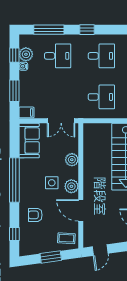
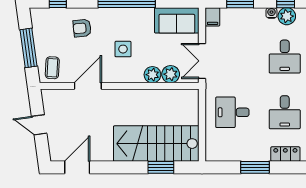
desk: (101, 97) -> (232, 112), turned 90
plant: (71, 186) -> (171, 74), moved
armchair: (35, 215) -> (82, 28), turned -96
door: (100, 250) -> (39, 125), moved
window: (51, 257) -> (29, 48), width x1.44

